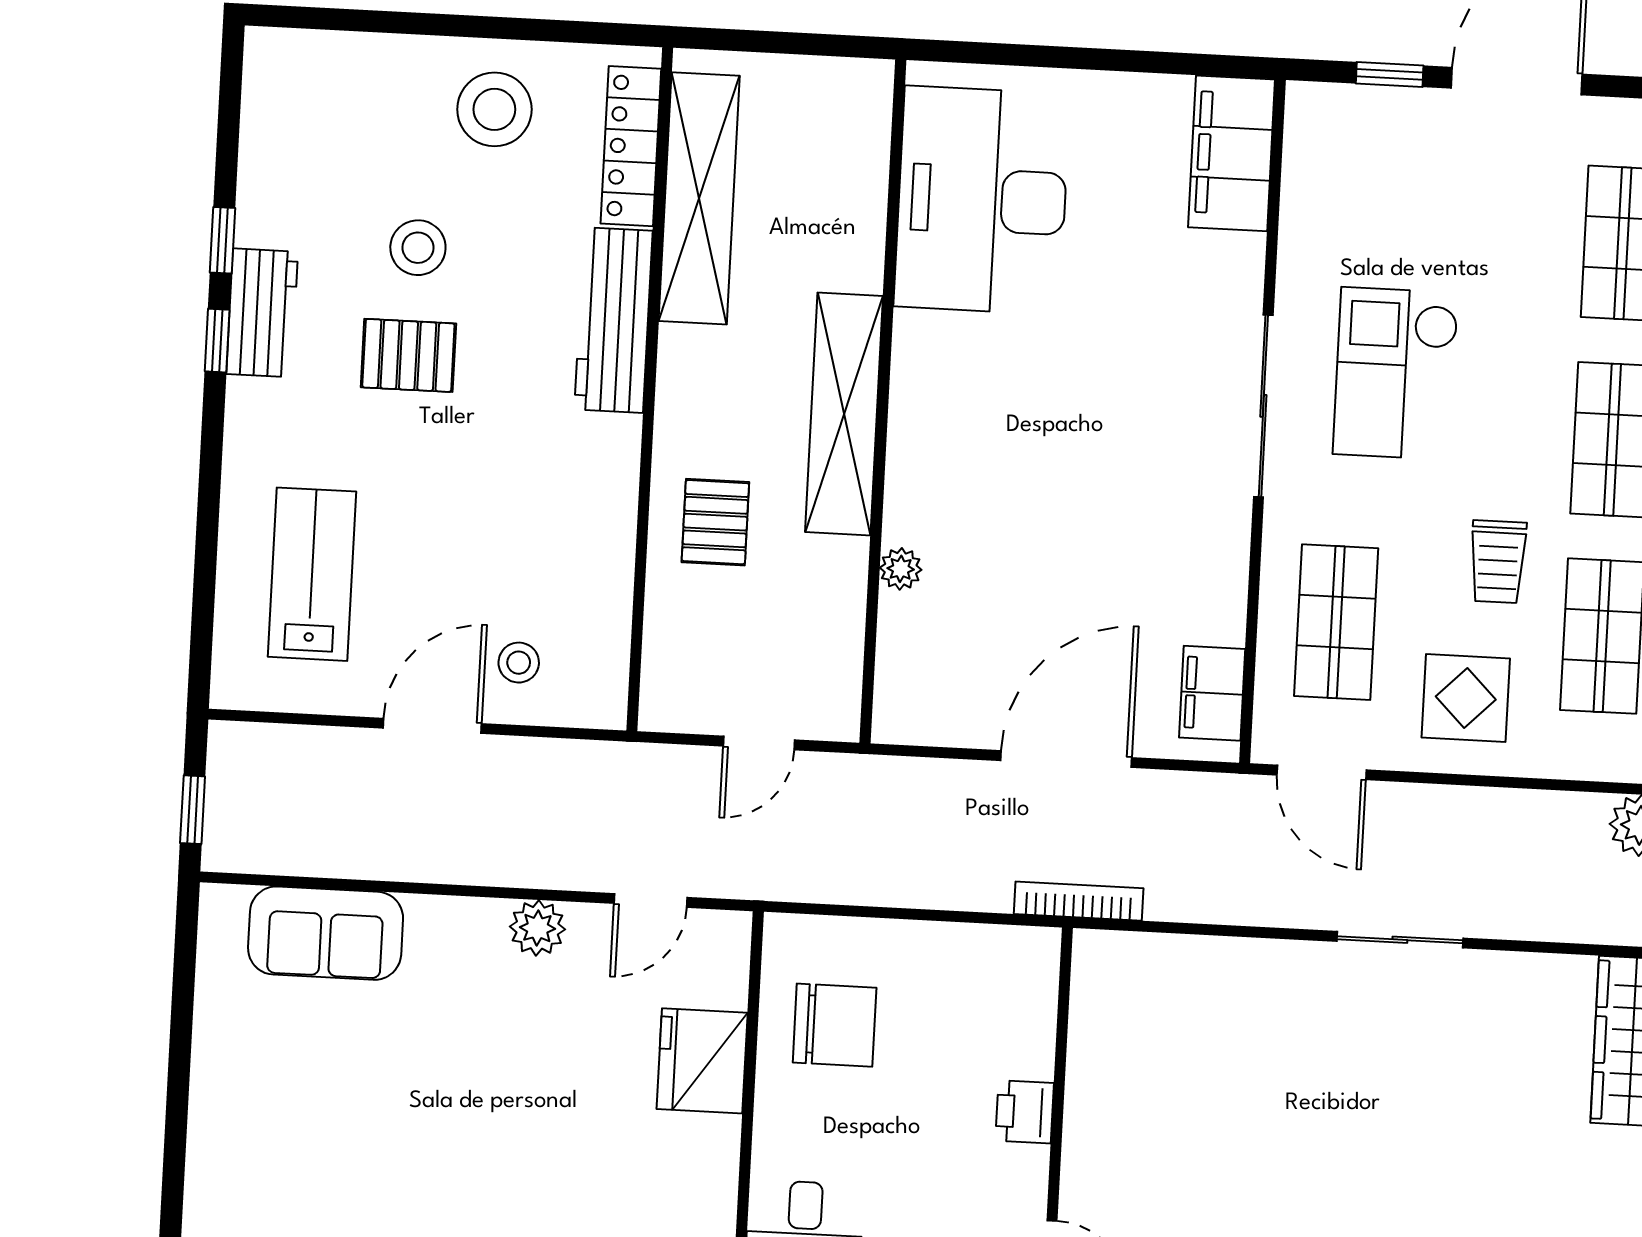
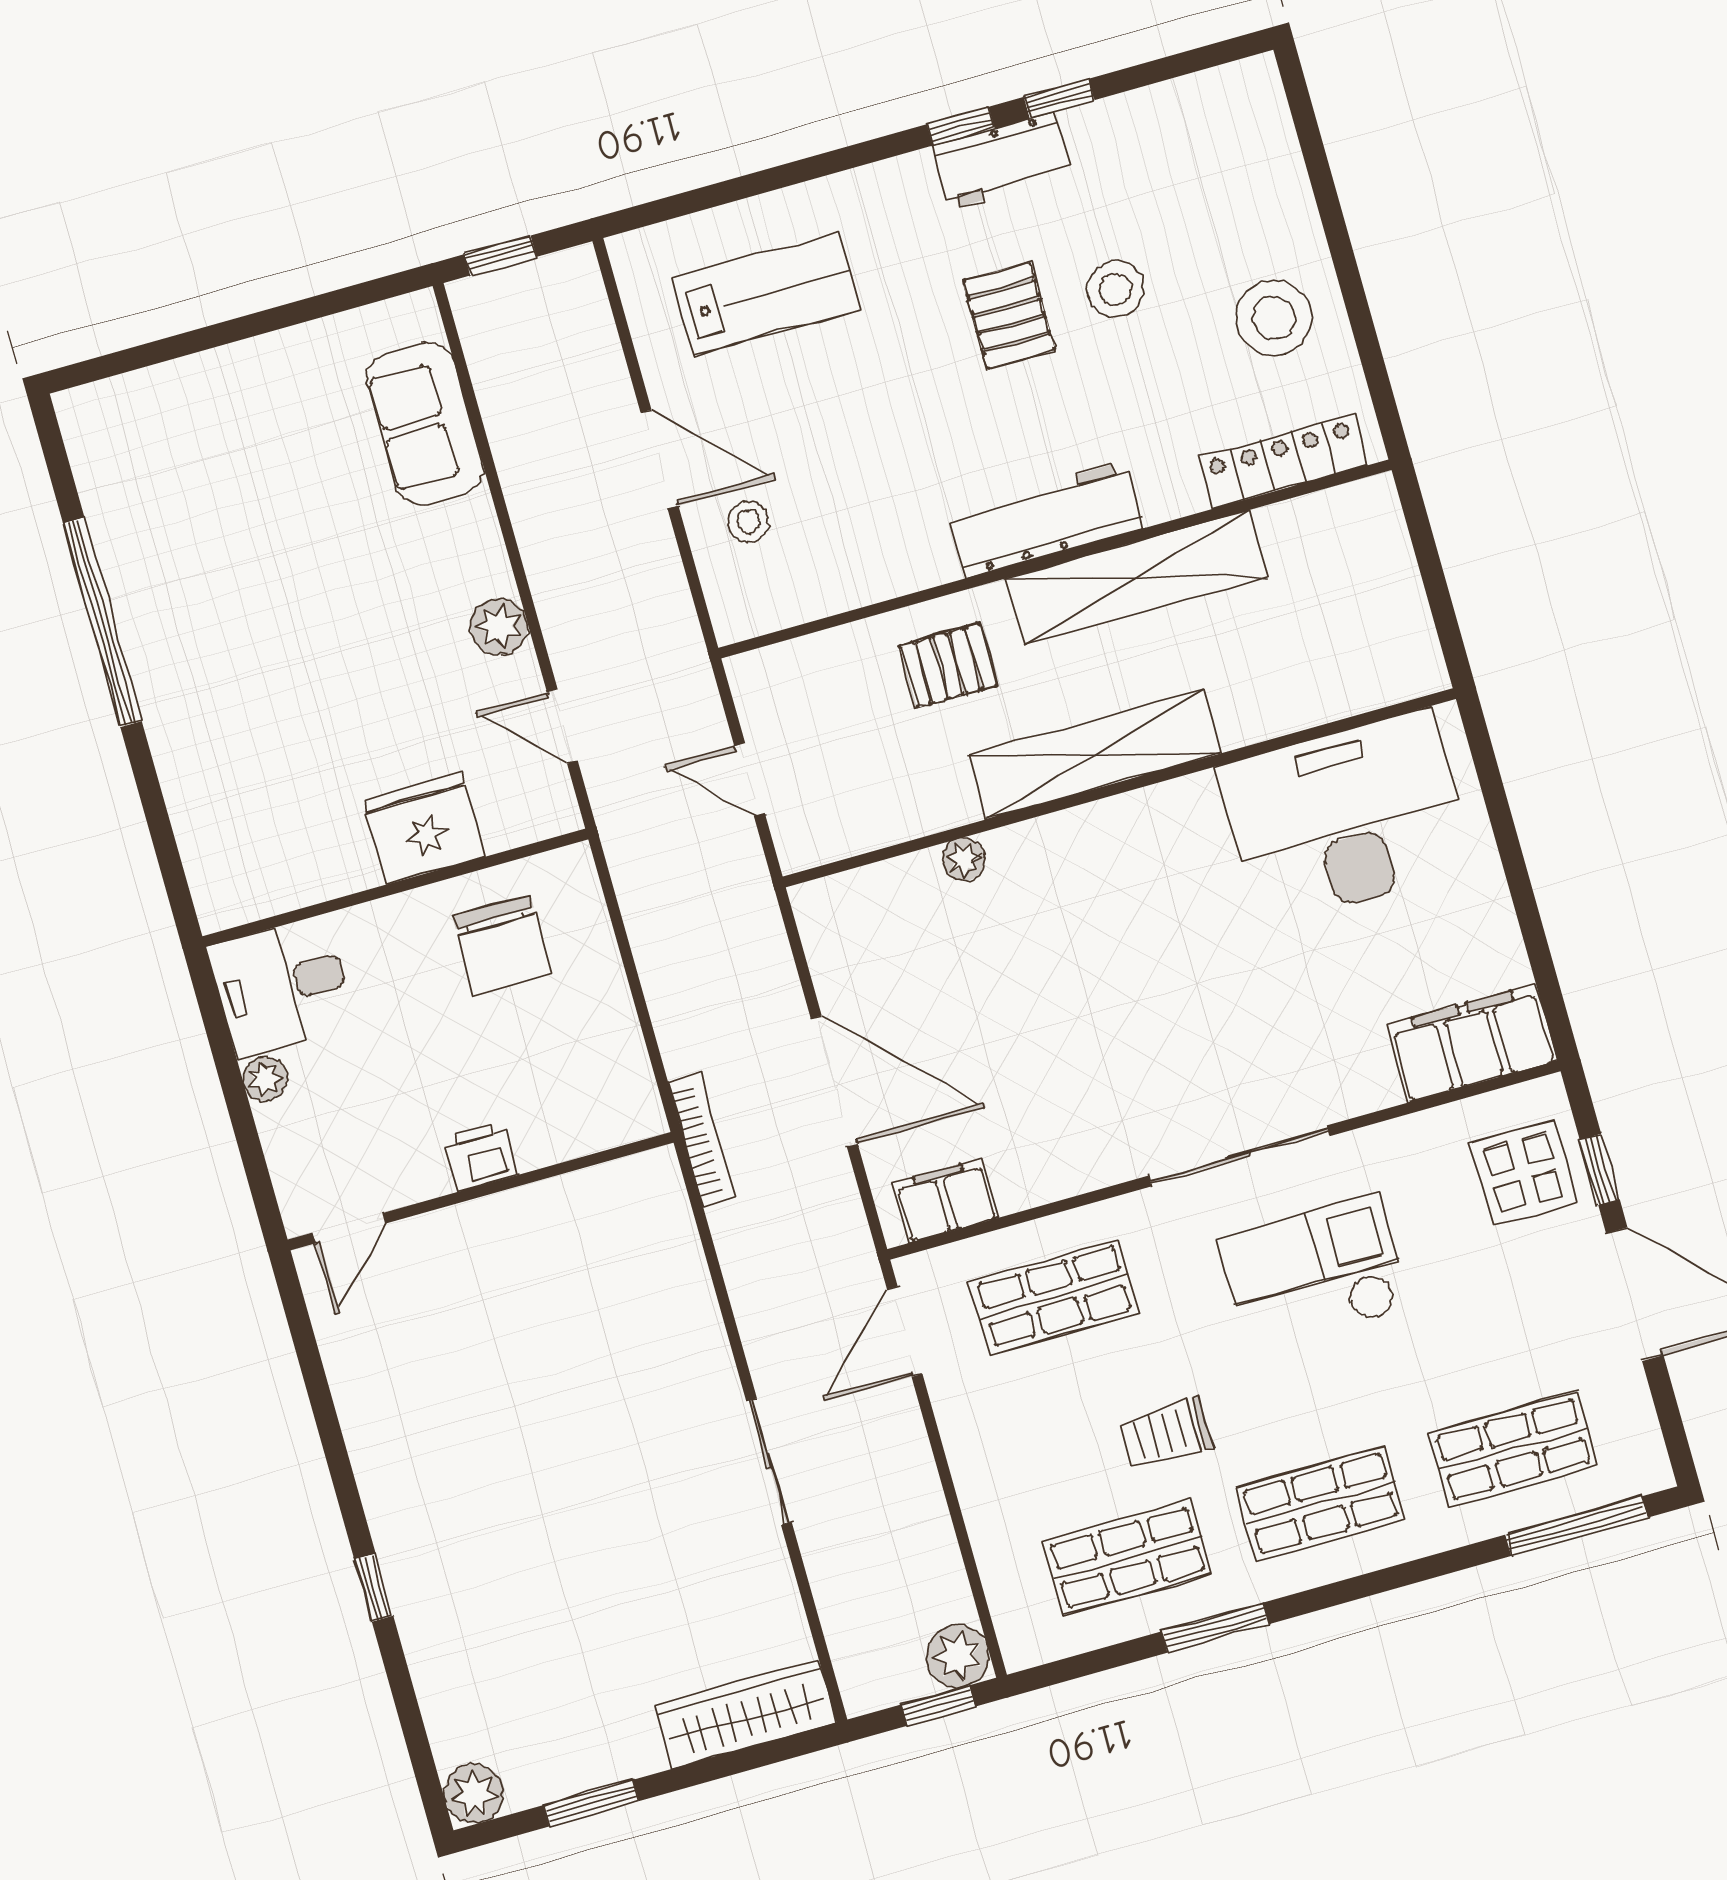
shelving: (699, 198) -> (1137, 578), moved
workbench: (613, 320) -> (1046, 519), moved
display table: (1466, 698) -> (1523, 1172), moved

